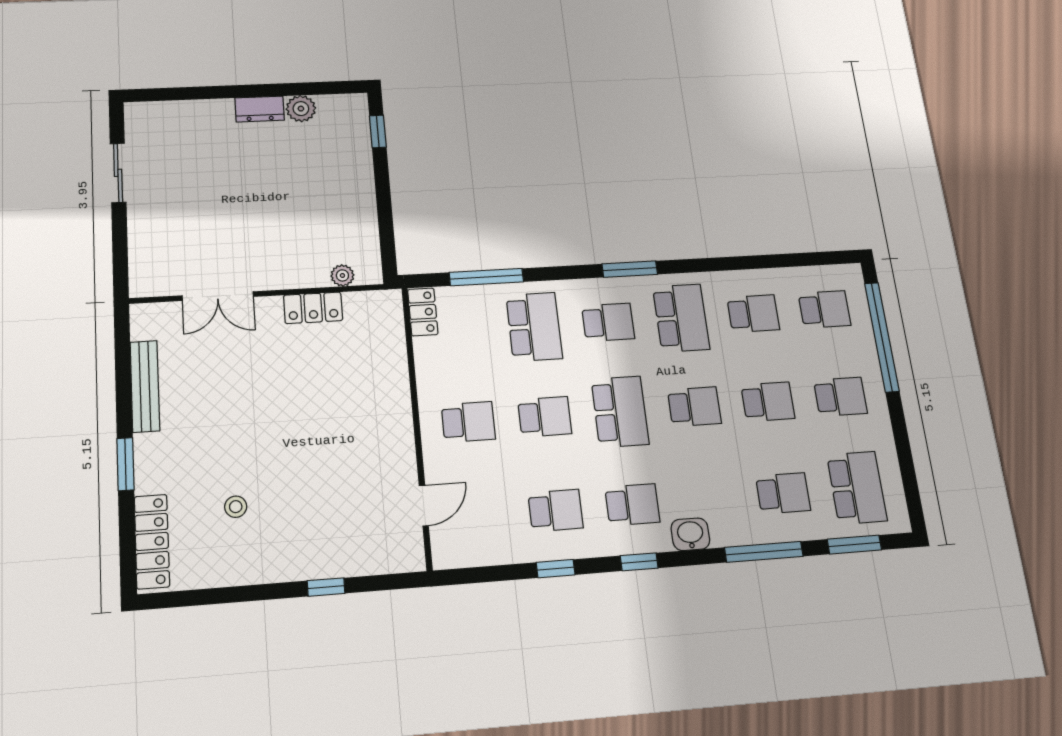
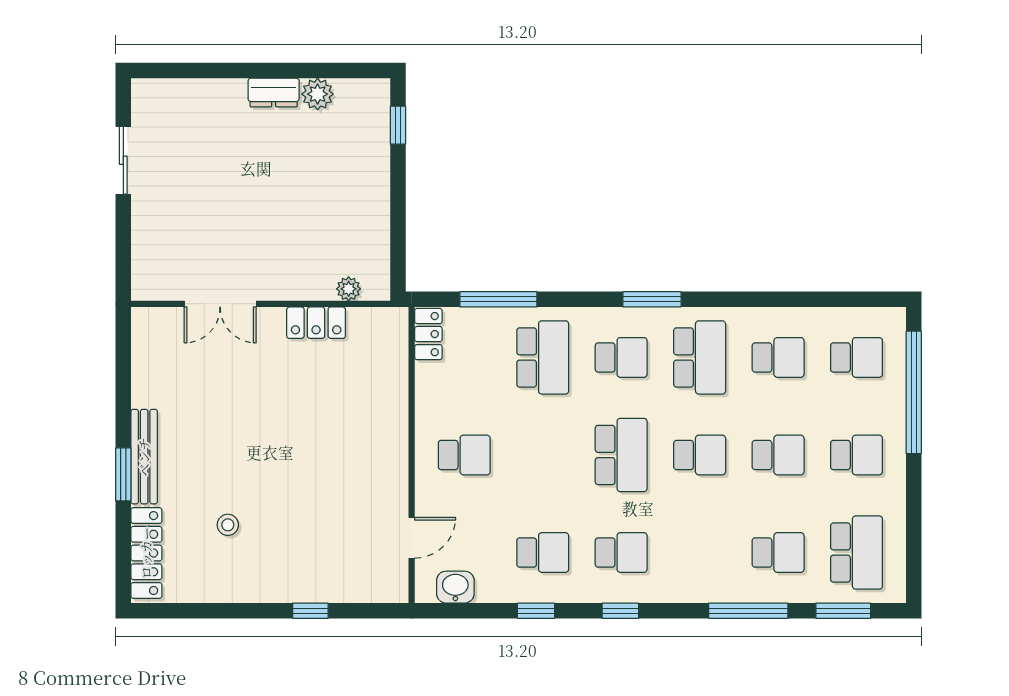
bench: (145, 386) -> (144, 457), moved
school desk: (545, 417) -> (543, 455), removed
washbasin: (690, 534) -> (455, 587), moved

